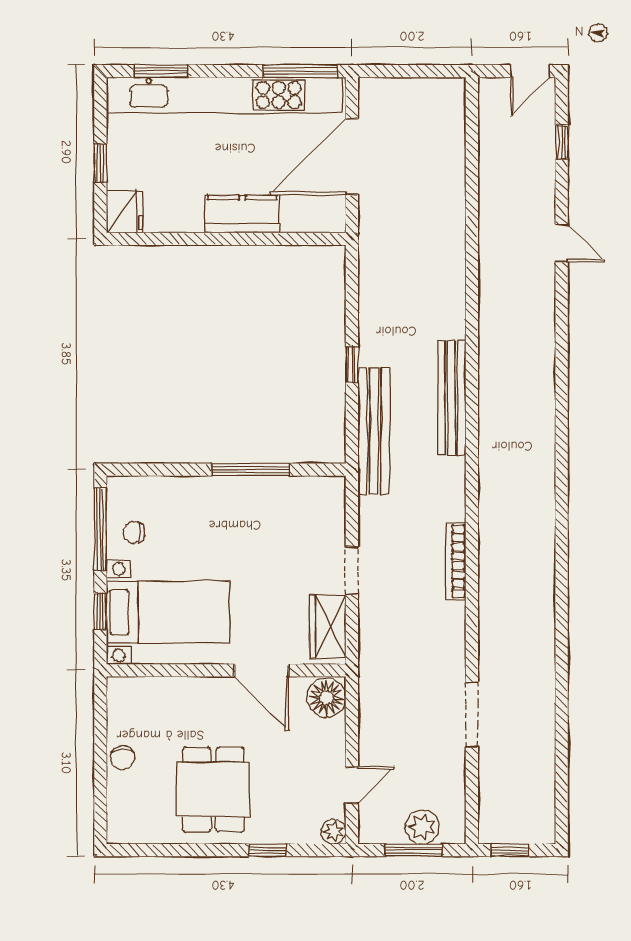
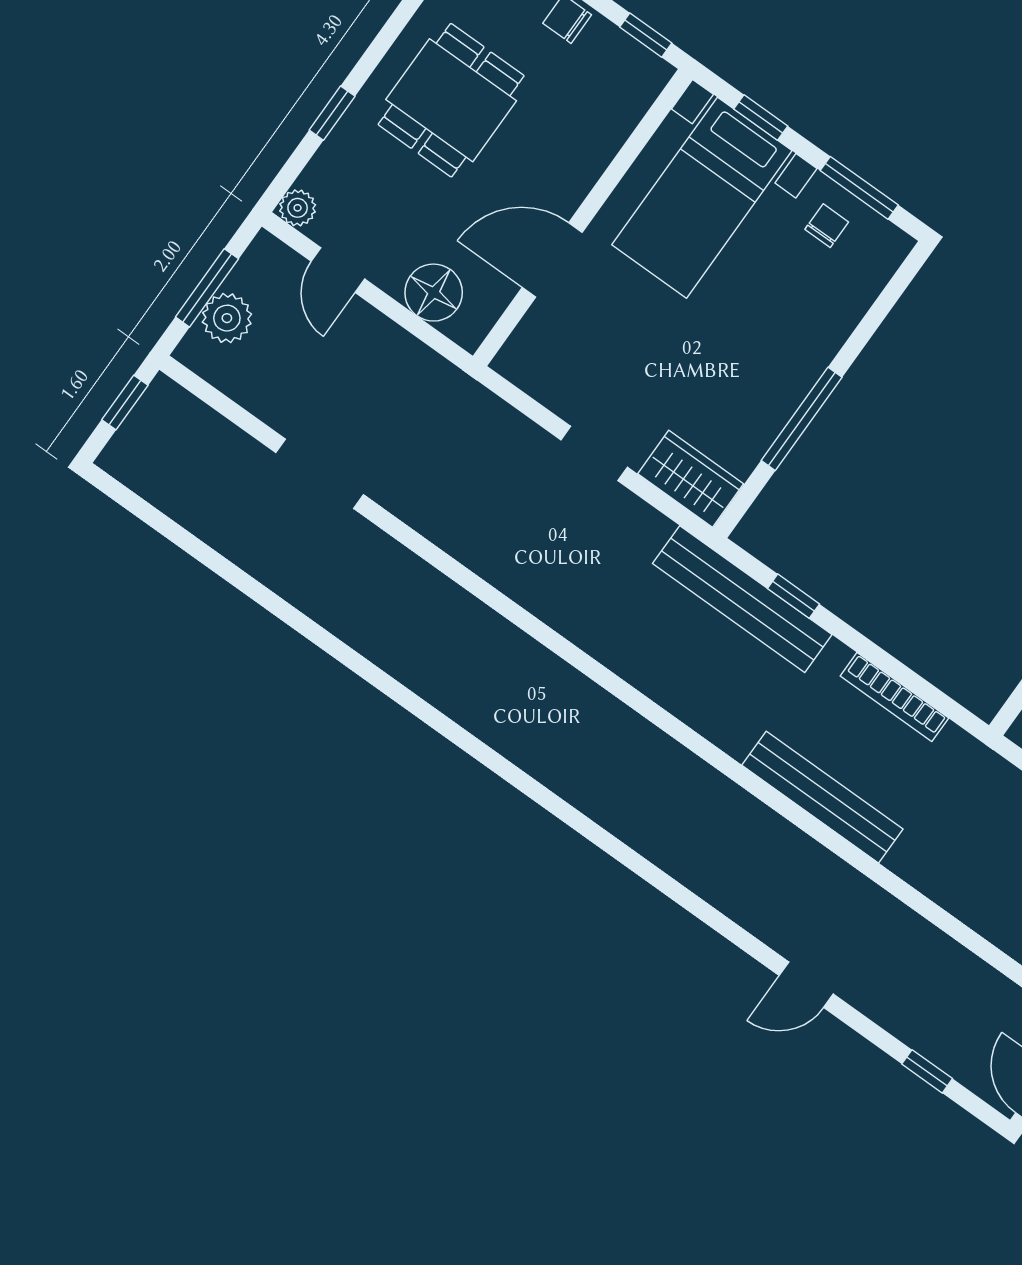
window: (352, 364) -> (793, 596), moved
bench: (452, 398) -> (822, 797), moved
window: (100, 529) -> (859, 188), width x0.69
bookcase: (456, 561) -> (894, 697), moved, turned 180
wardrobe: (328, 627) -> (691, 479), moved
floor lamp: (327, 698) -> (434, 293), moved
window: (100, 708) -> (646, 35), added
dining table: (213, 789) -> (451, 100), turned 90

